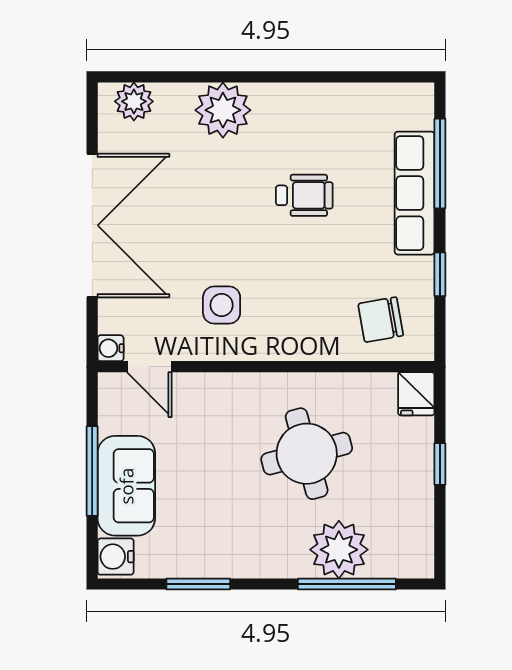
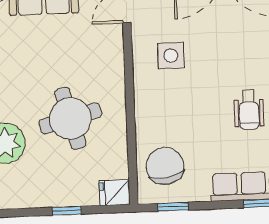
window: (440, 274) -> (173, 207), moved
chair: (381, 320) -> (165, 166), width x1.37, depth x1.37

